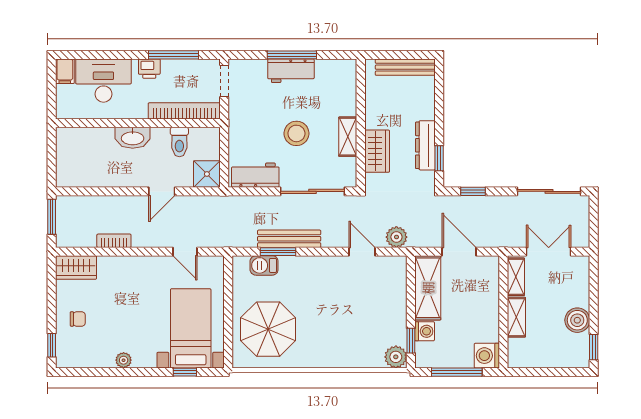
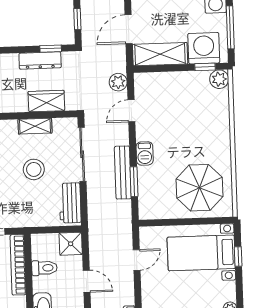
barbecue: (264, 265) -> (145, 153), moved
washing machine: (425, 331) -> (204, 48), width x1.89, depth x1.89

